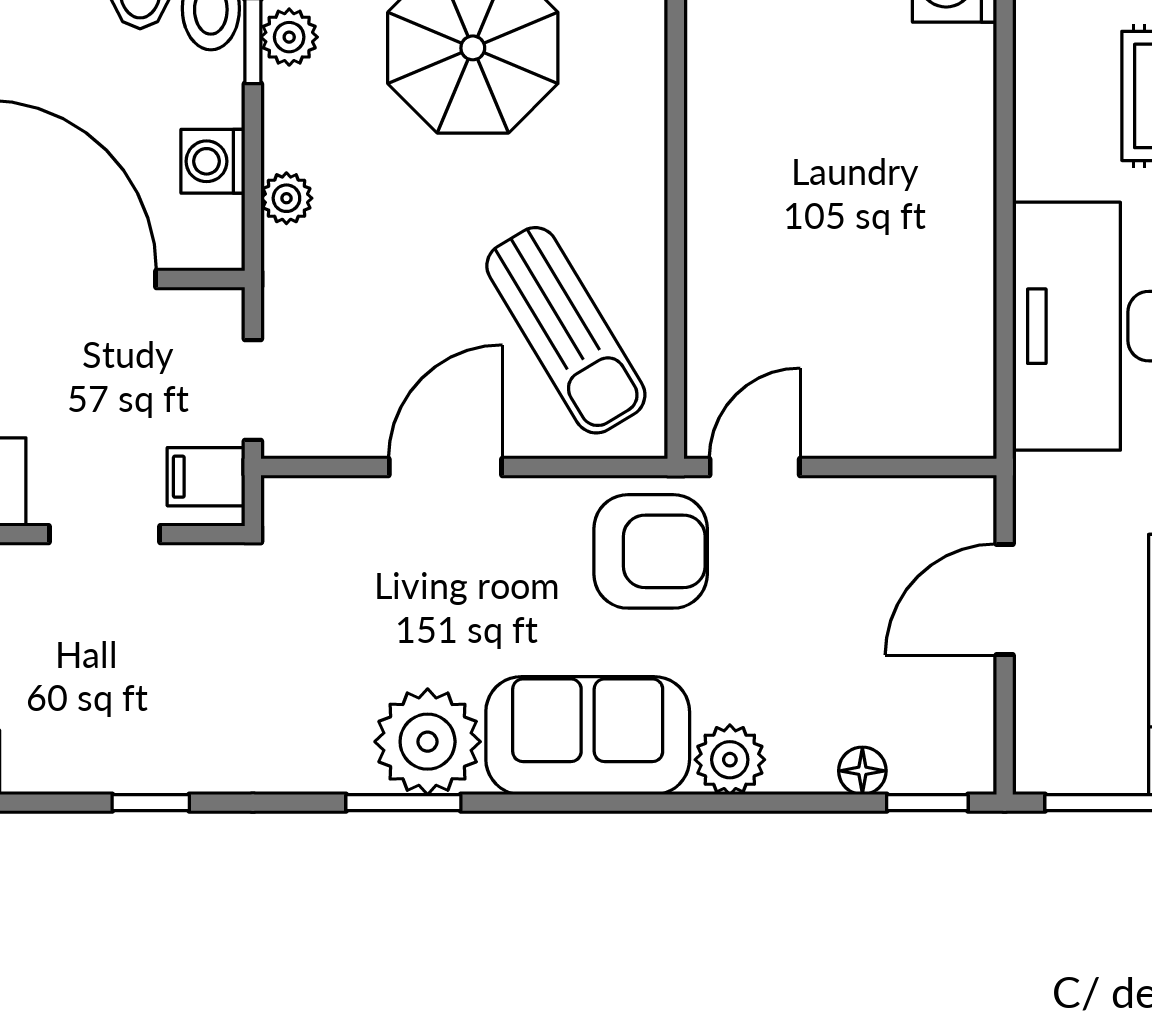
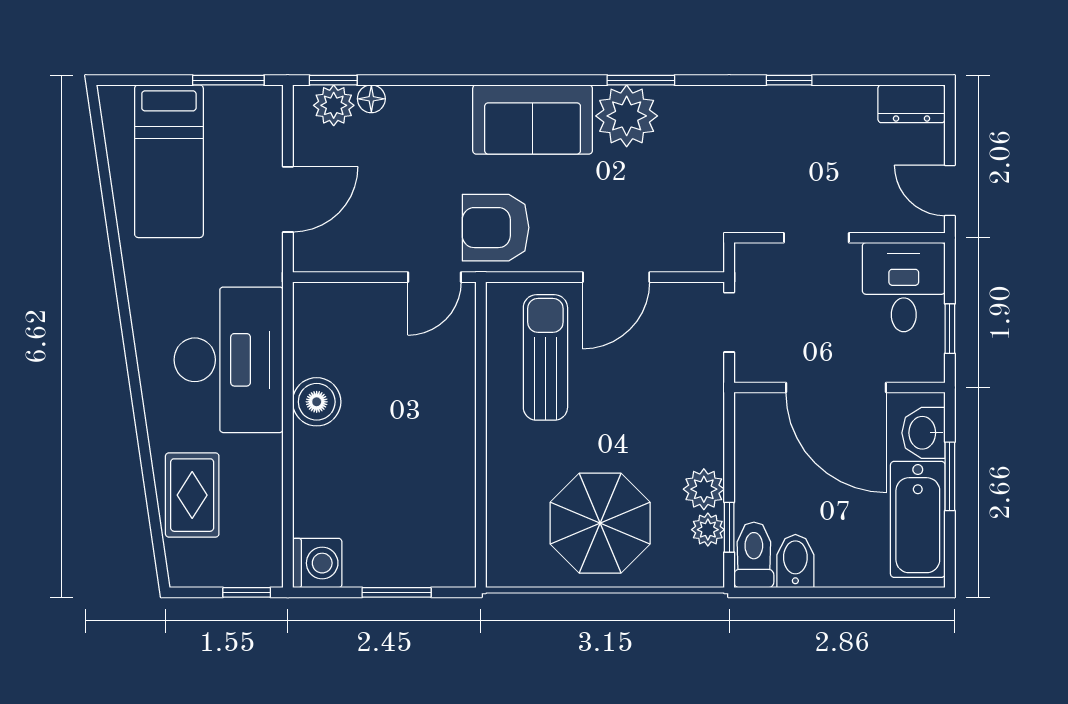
washing machine: (213, 161) -> (753, 457), removed
plant: (286, 198) -> (704, 489), moved, width x1.38, depth x1.38
boiler: (955, 255) -> (317, 402), added
sun lounger: (566, 330) -> (545, 357), turned 31
filing cabinet: (206, 477) -> (757, 271), removed
plant: (730, 760) -> (334, 105), moved

